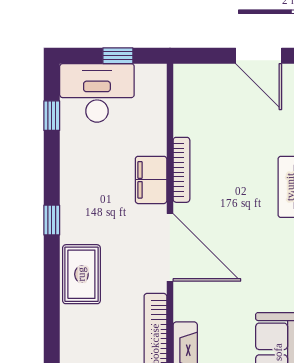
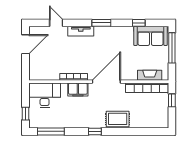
window: (118, 56) -> (25, 114), moved
desk: (97, 93) -> (45, 95), moved, turned 90
window: (52, 116) -> (51, 131), width x2.17

